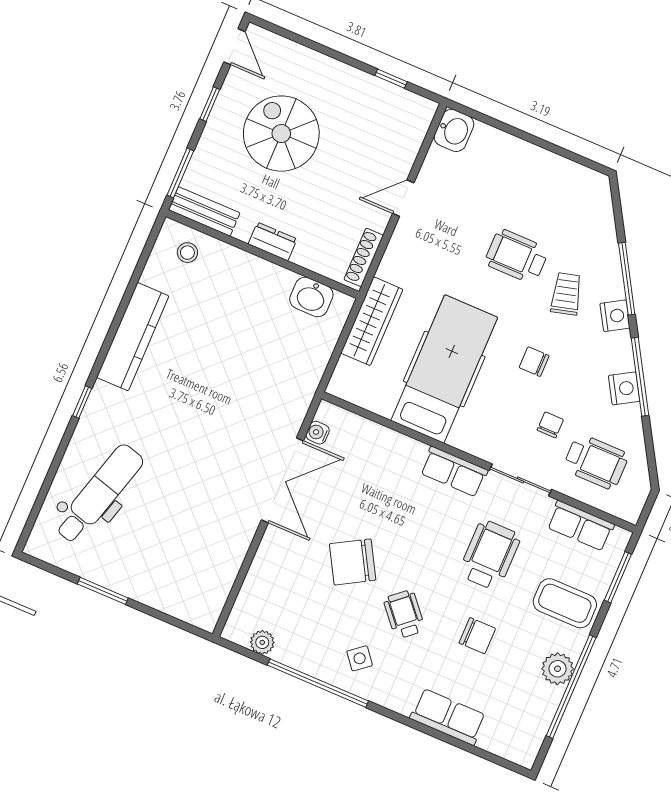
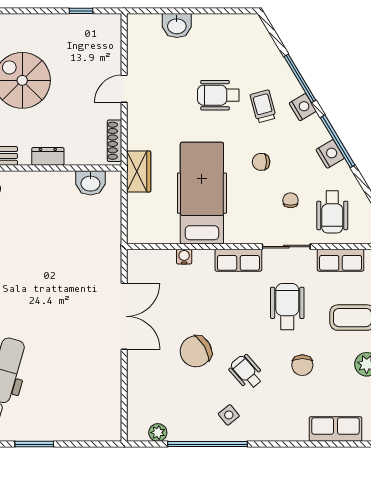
washbasin: (454, 130) -> (177, 26), moved, turned 90
wardrobe: (372, 321) -> (139, 171), width x0.67
water cooler: (318, 433) -> (184, 257), moved, turned 90
wheelchair: (596, 462) -> (332, 212), turned 90
chair: (477, 636) -> (302, 365), turned 90
row of seats: (448, 717) -> (335, 429), moved

